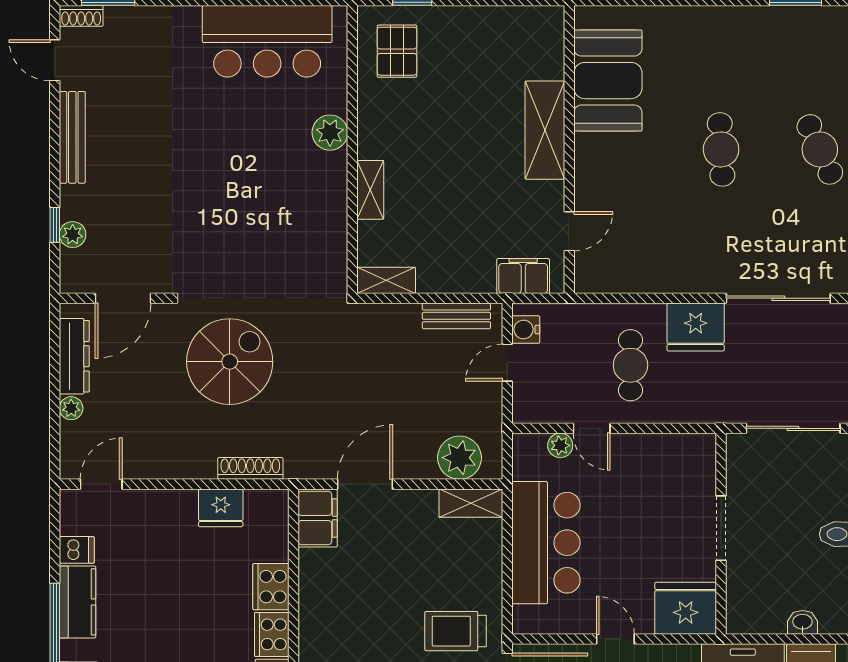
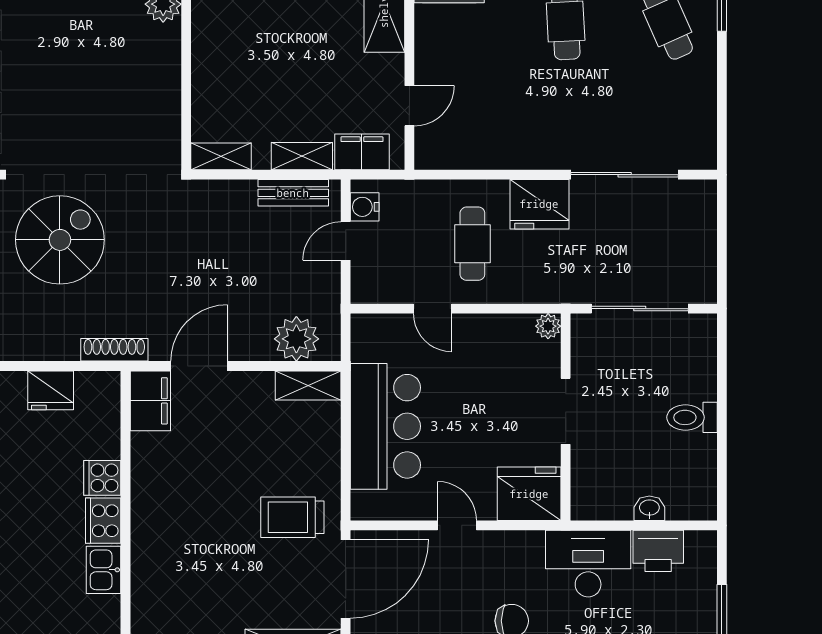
shelving: (370, 190) -> (302, 156), moved, turned 90
plant: (560, 445) -> (548, 326), moved
shoe rack: (250, 468) -> (114, 350), moved
cooker: (271, 587) -> (102, 478), width x0.73

